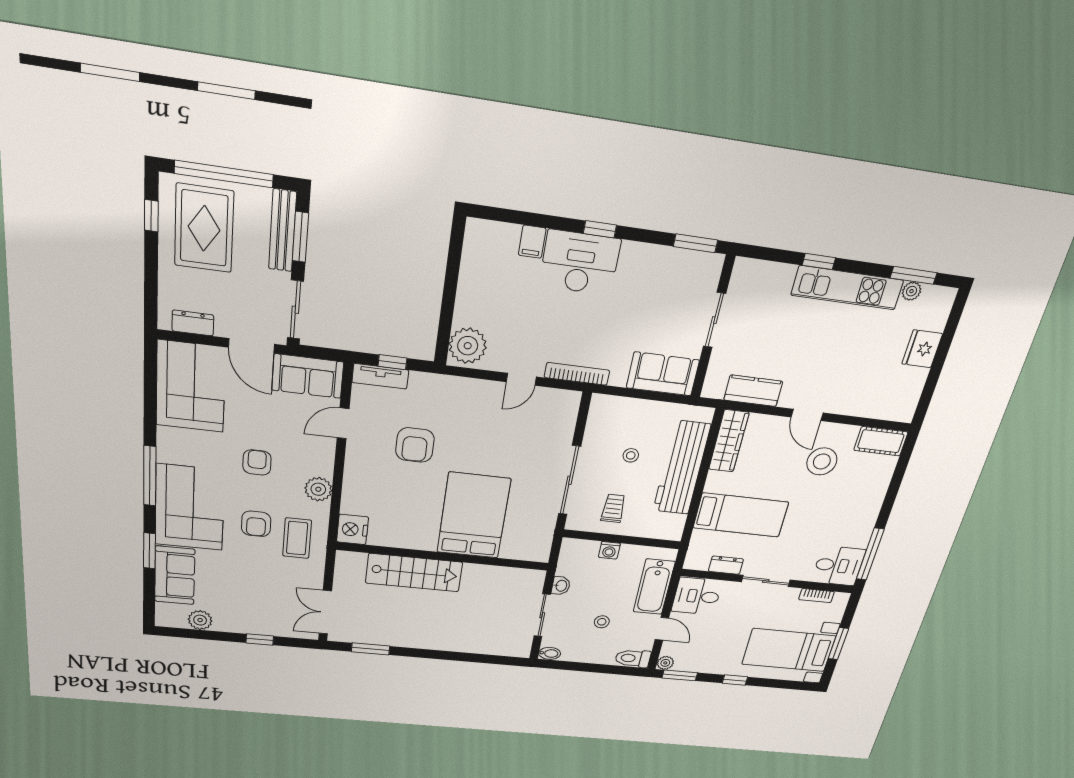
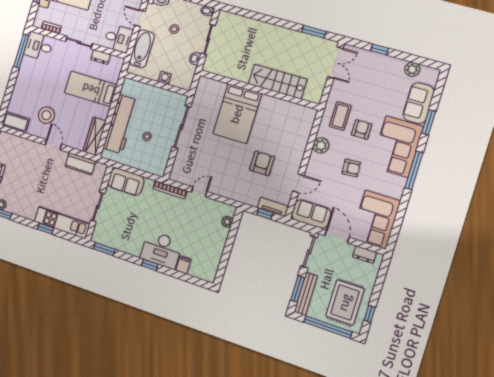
kitchen unit: (847, 288) -> (62, 223), moved
plant: (468, 346) -> (227, 222), width x0.53, depth x0.53
armchair: (257, 462) -> (351, 168), turned -94
trolley: (613, 508) -> (160, 105), removed
nightstand: (353, 529) -> (307, 116), removed

